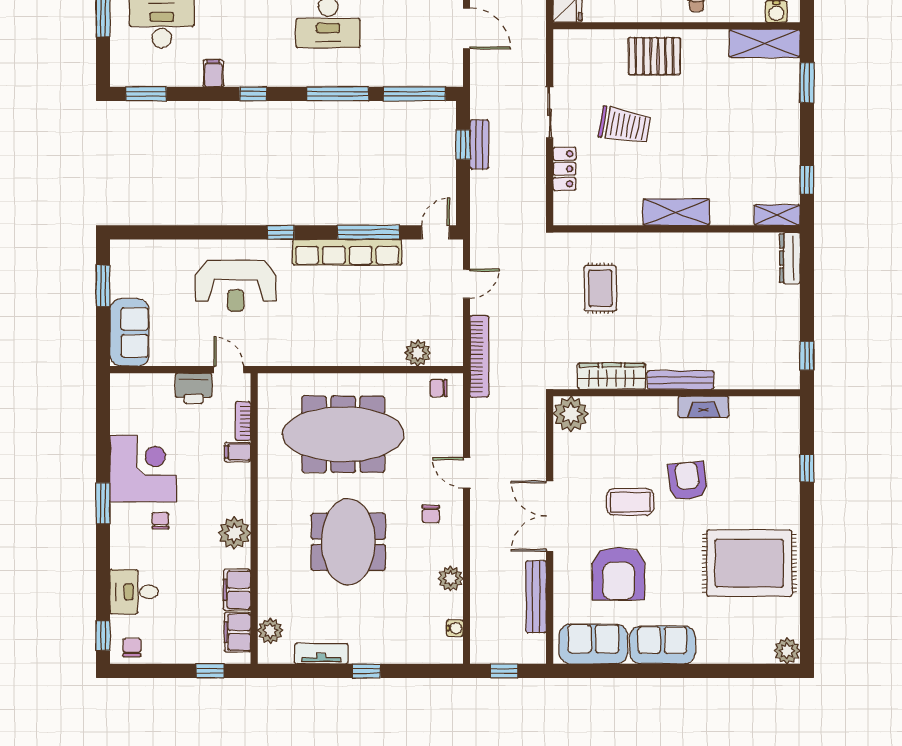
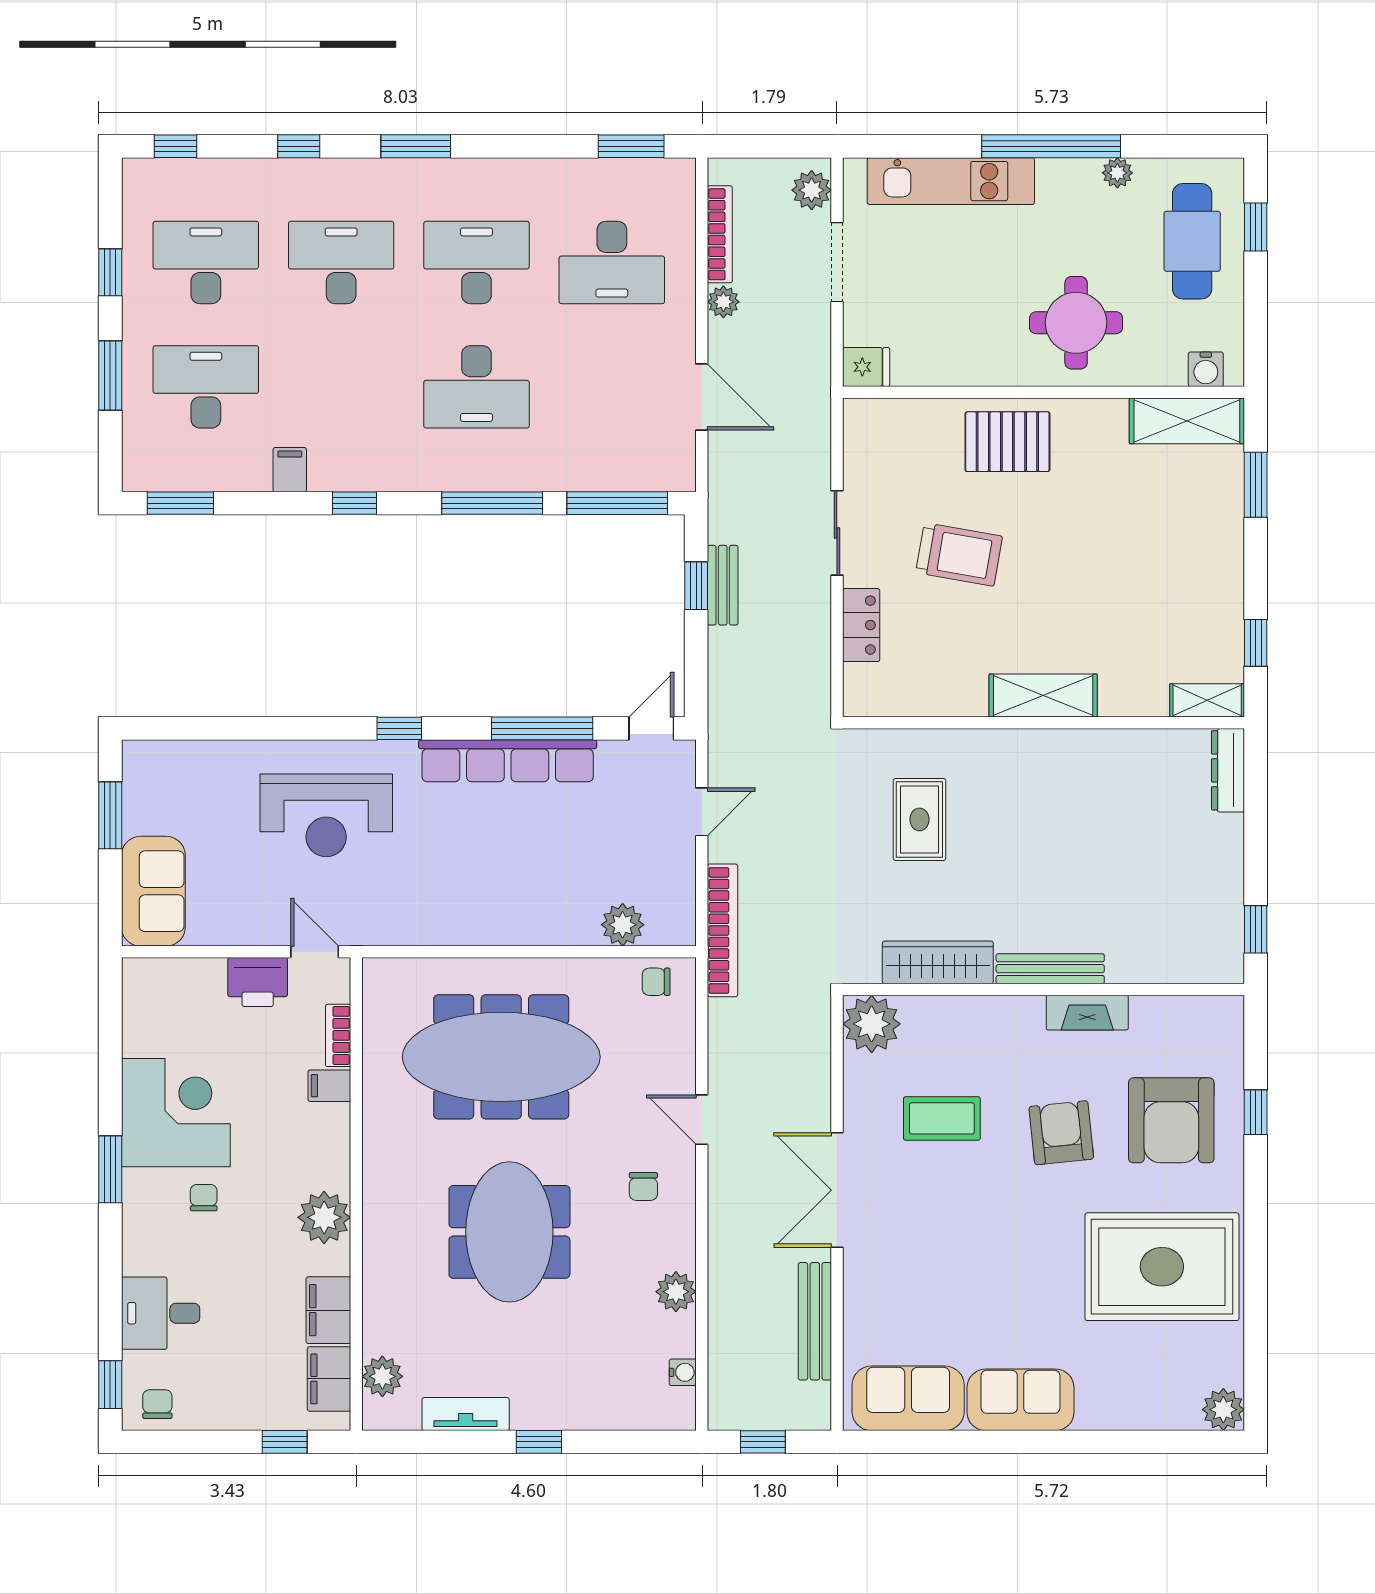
coffee table: (630, 502) -> (942, 1118), moved
armchair: (619, 574) -> (1171, 1120), moved

